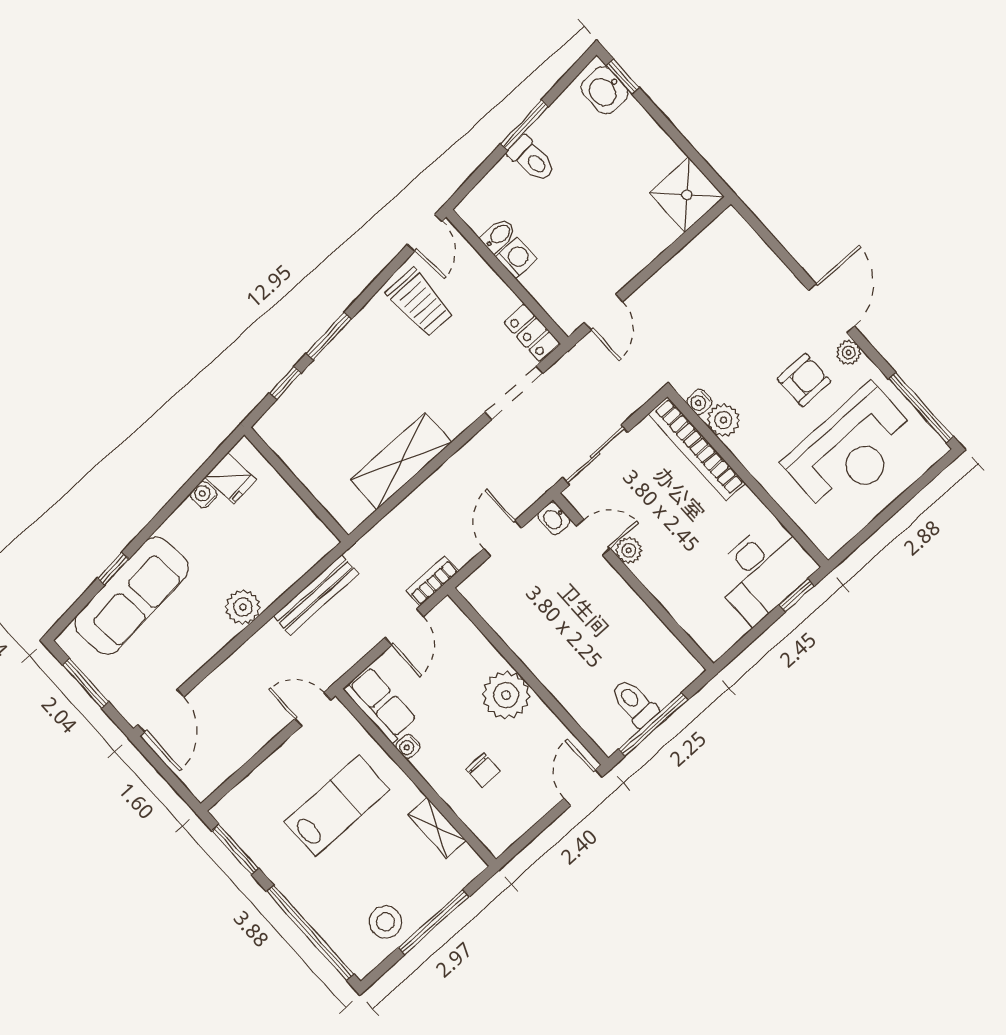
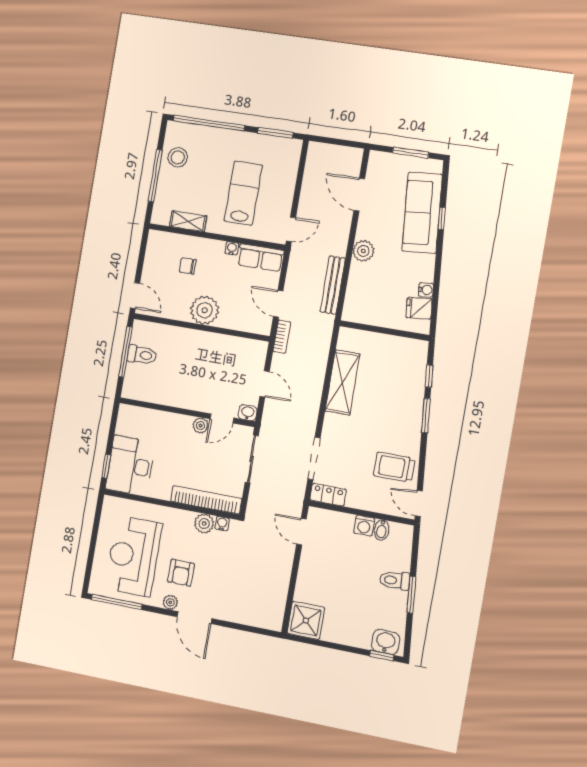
door: (161, 711) -> (359, 195), moved
lab bench: (337, 806) -> (243, 193), turned 180

